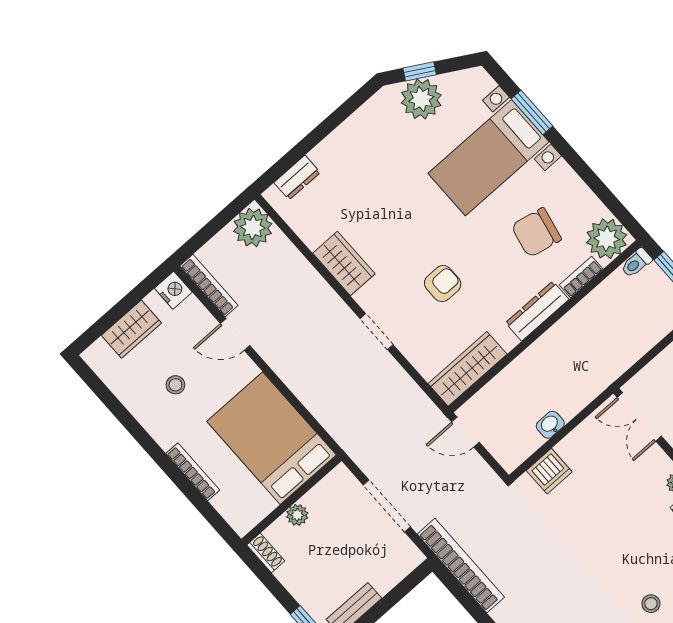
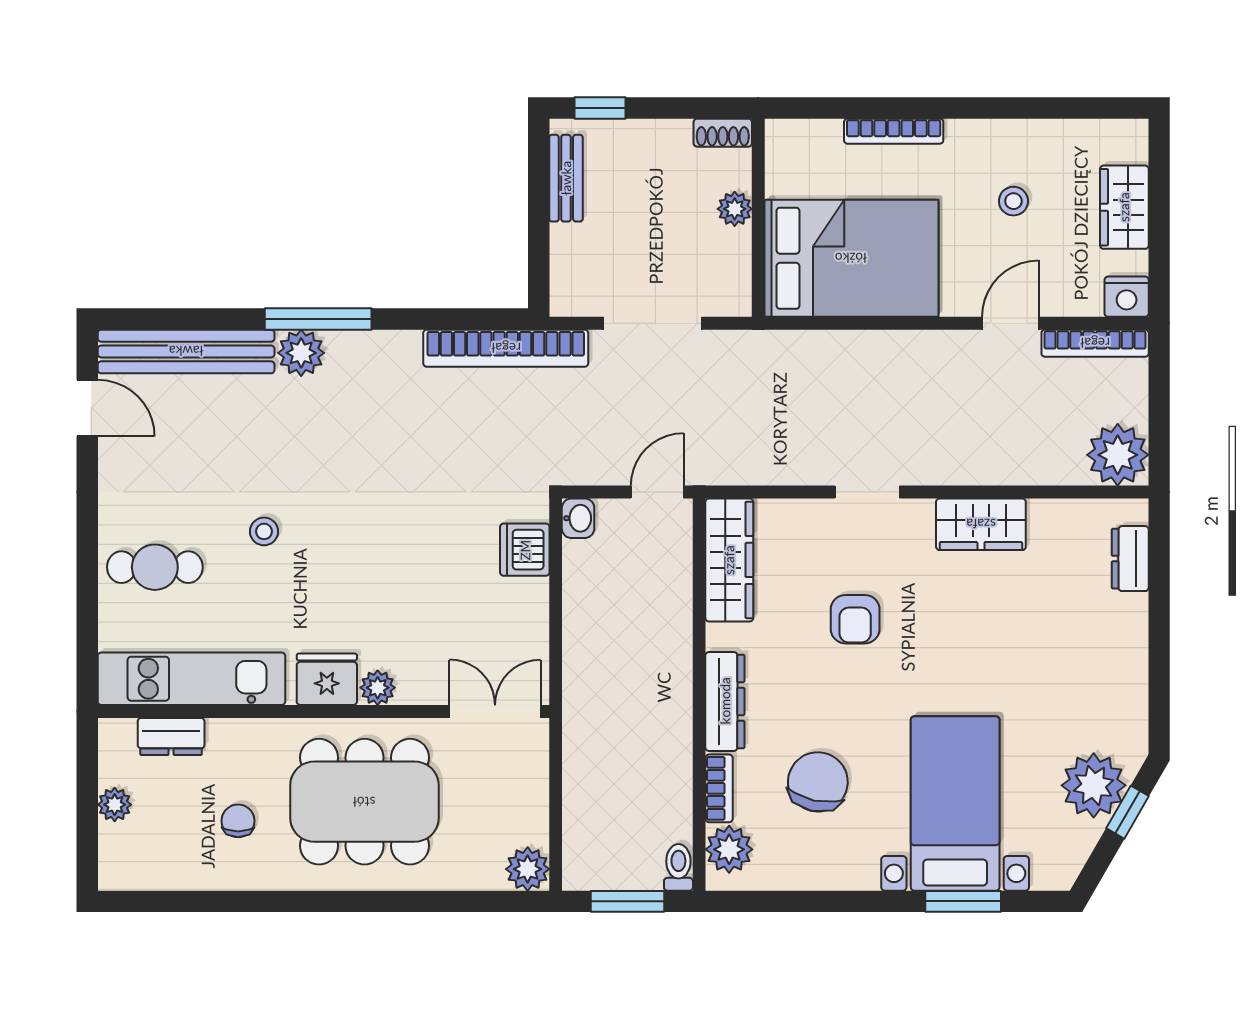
plant: (607, 239) -> (729, 849), width x0.73, depth x0.73
washbasin: (550, 425) -> (578, 518), moved

